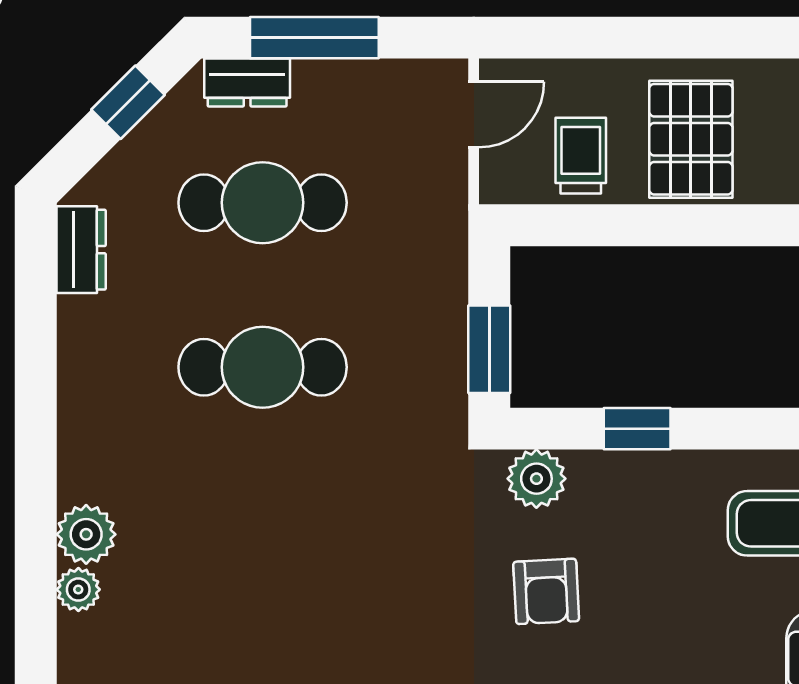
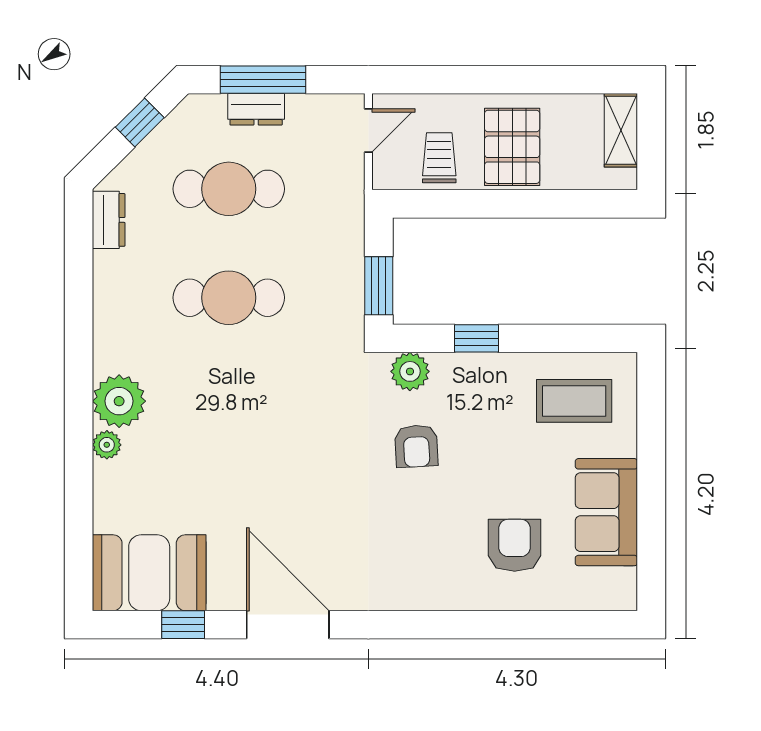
dresser: (247, 83) -> (256, 109), moved
plant: (86, 534) -> (119, 401), width x1.36, depth x1.36

